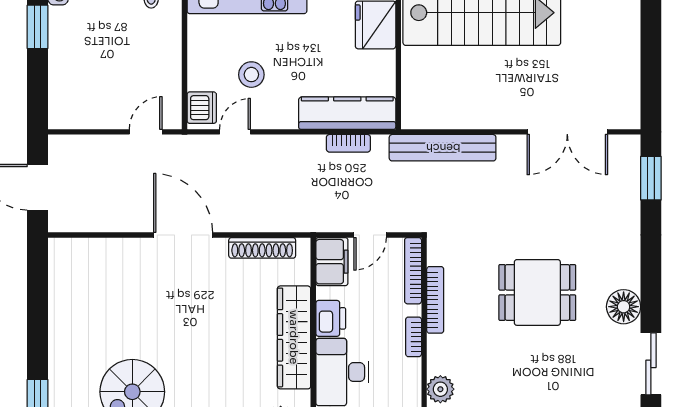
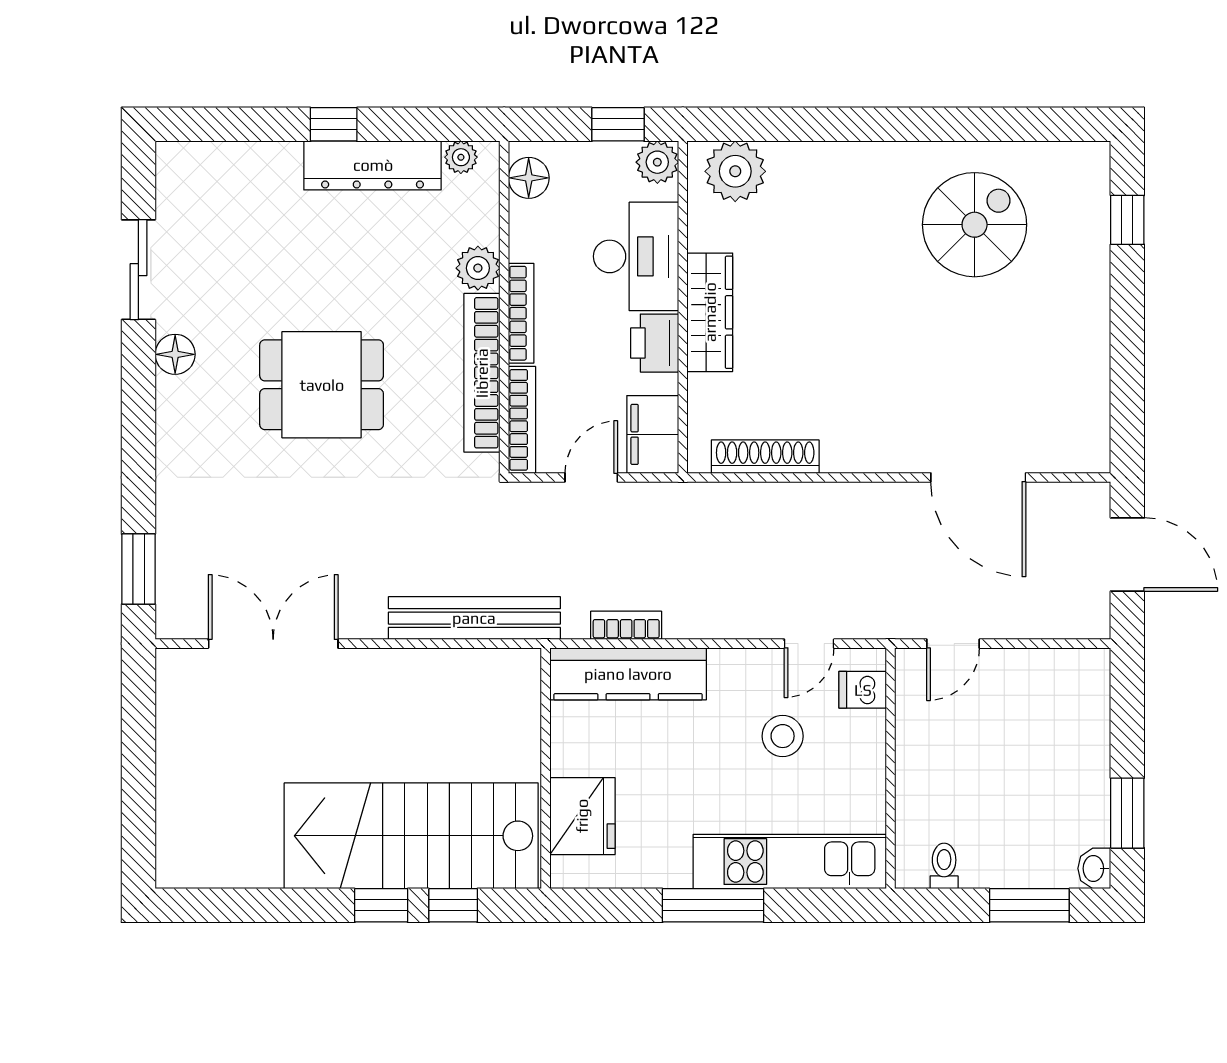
dishwasher: (202, 108) -> (863, 690), width x0.73
door: (183, 235) -> (978, 477), moved
bookcase: (435, 300) -> (482, 373), width x1.48, depth x1.31
floor lamp: (624, 307) -> (175, 354), width x0.73, depth x0.73
wardrobe: (294, 337) -> (710, 312), width x0.71, depth x0.85
bookcase: (414, 337) -> (521, 313), width x1.56
plant: (440, 389) -> (478, 268), moved

